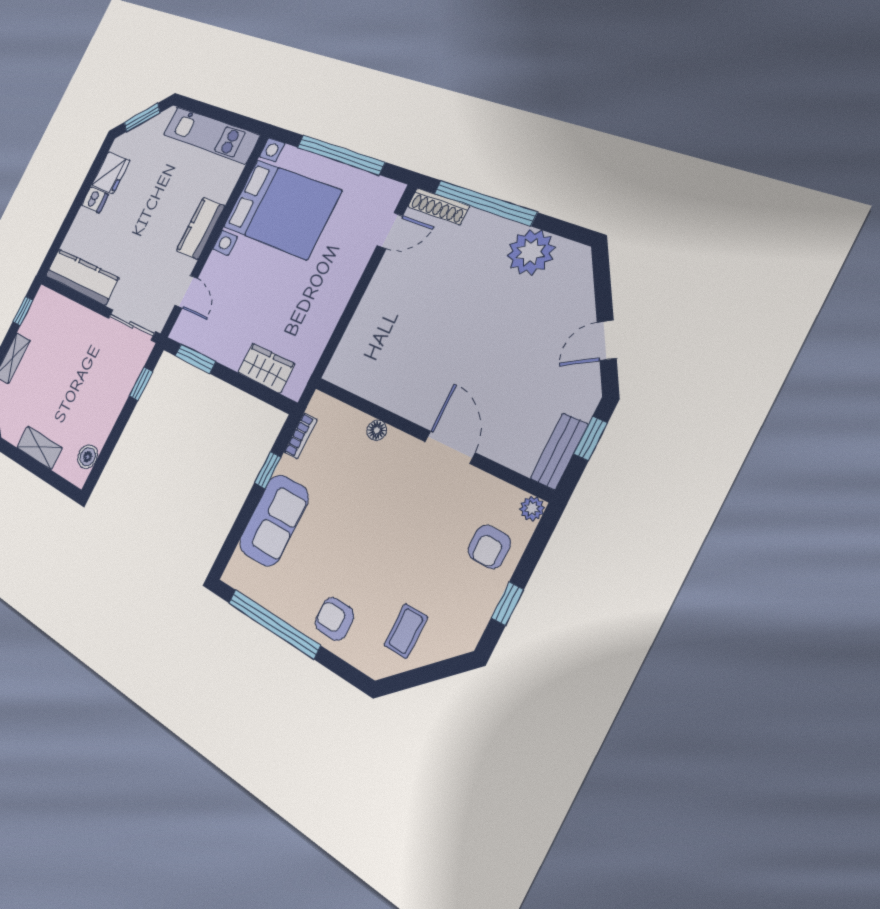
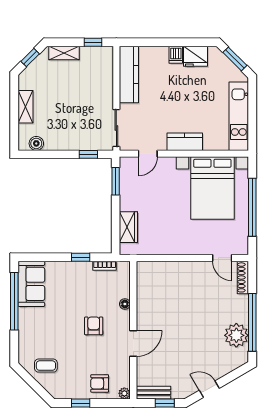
window: (485, 203) -> (252, 322), moved
sofa: (274, 520) -> (31, 284), moved, turned -90
armchair: (335, 619) -> (94, 326), moved

